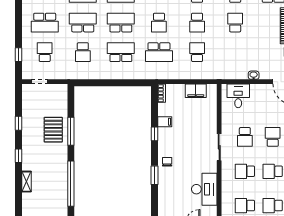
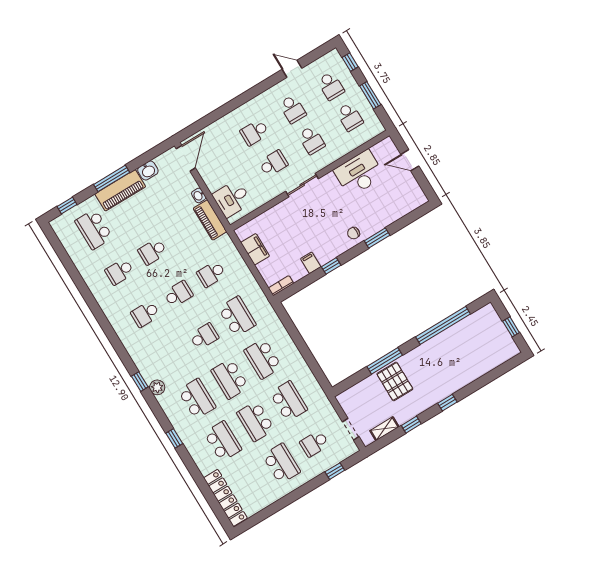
school desk: (83, 52) -> (289, 401), width x1.85
piano: (233, 73) -> (210, 220), added
pallet: (53, 130) -> (395, 381), turned 90
shelving: (26, 182) -> (384, 429), moved

